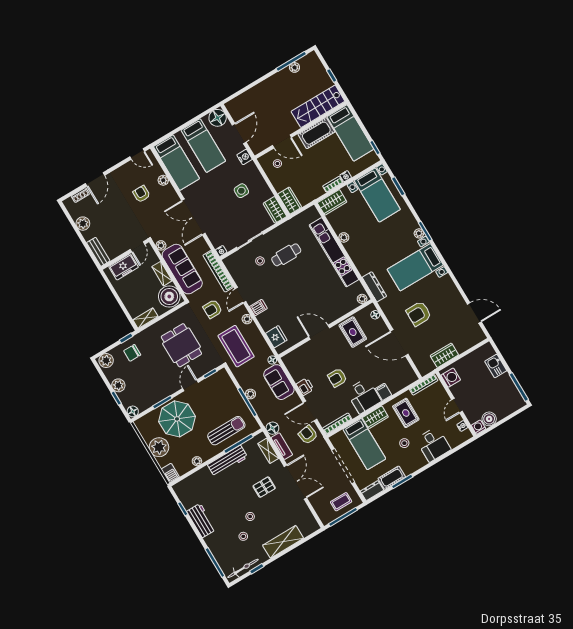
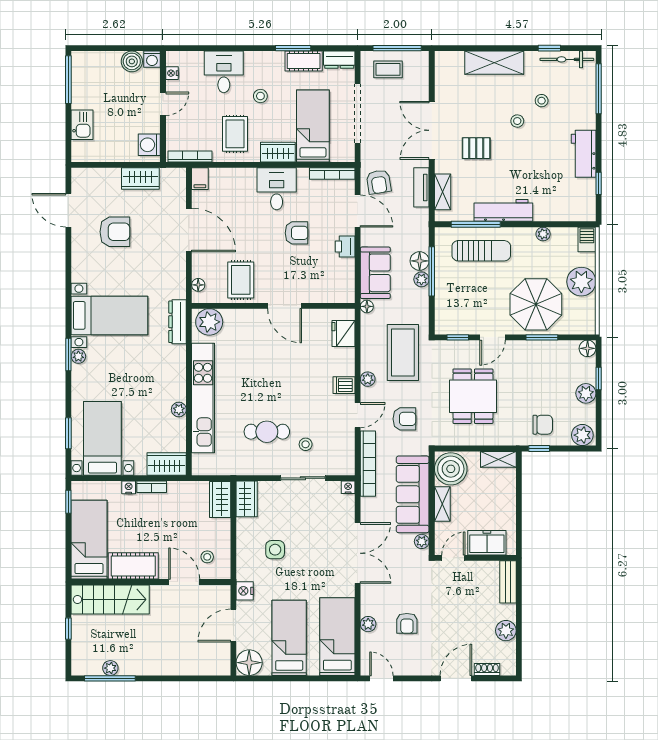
plant: (362, 299) -> (209, 322), width x1.88, depth x1.88
armchair: (419, 314) -> (115, 232), moved
filing cabinet: (384, 392) -> (200, 179), moved
floor lamp: (272, 428) -> (420, 261), moved
sun lounger: (226, 431) -> (481, 251), turned 180

